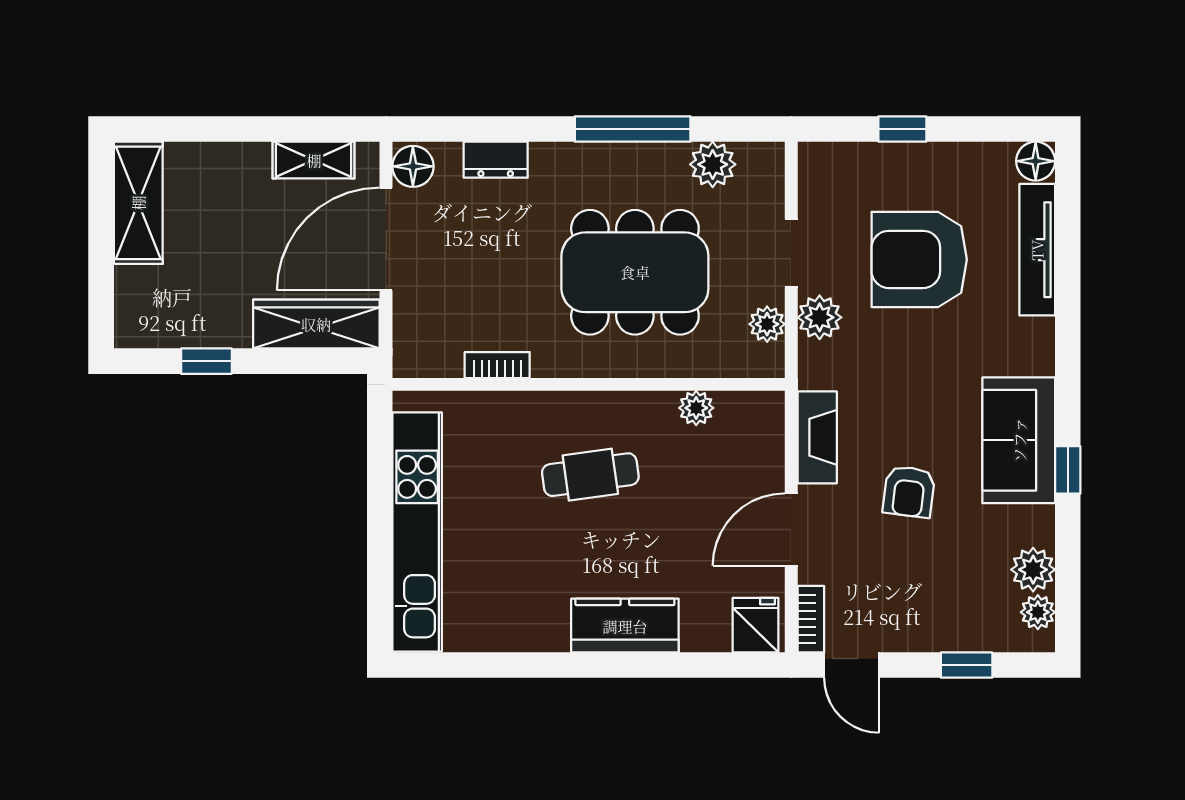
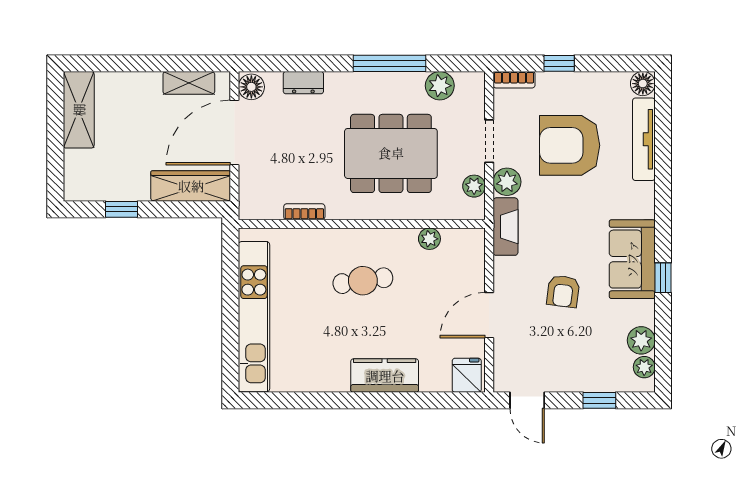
fireplace: (817, 437) -> (505, 227), moved
bookcase: (811, 619) -> (514, 80), moved, turned 90

